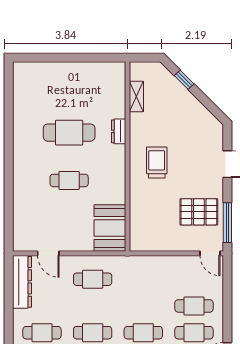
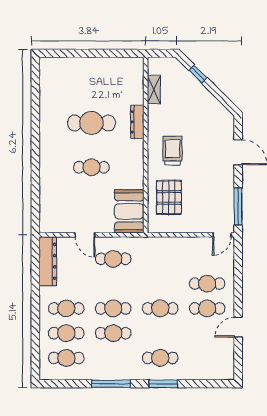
dresser: (119, 131) -> (137, 122), width x1.44
pallet: (199, 212) -> (169, 197), moved, turned 90
door: (48, 253) -> (85, 235), moved
door: (210, 253) -> (222, 235), hinge flipped

